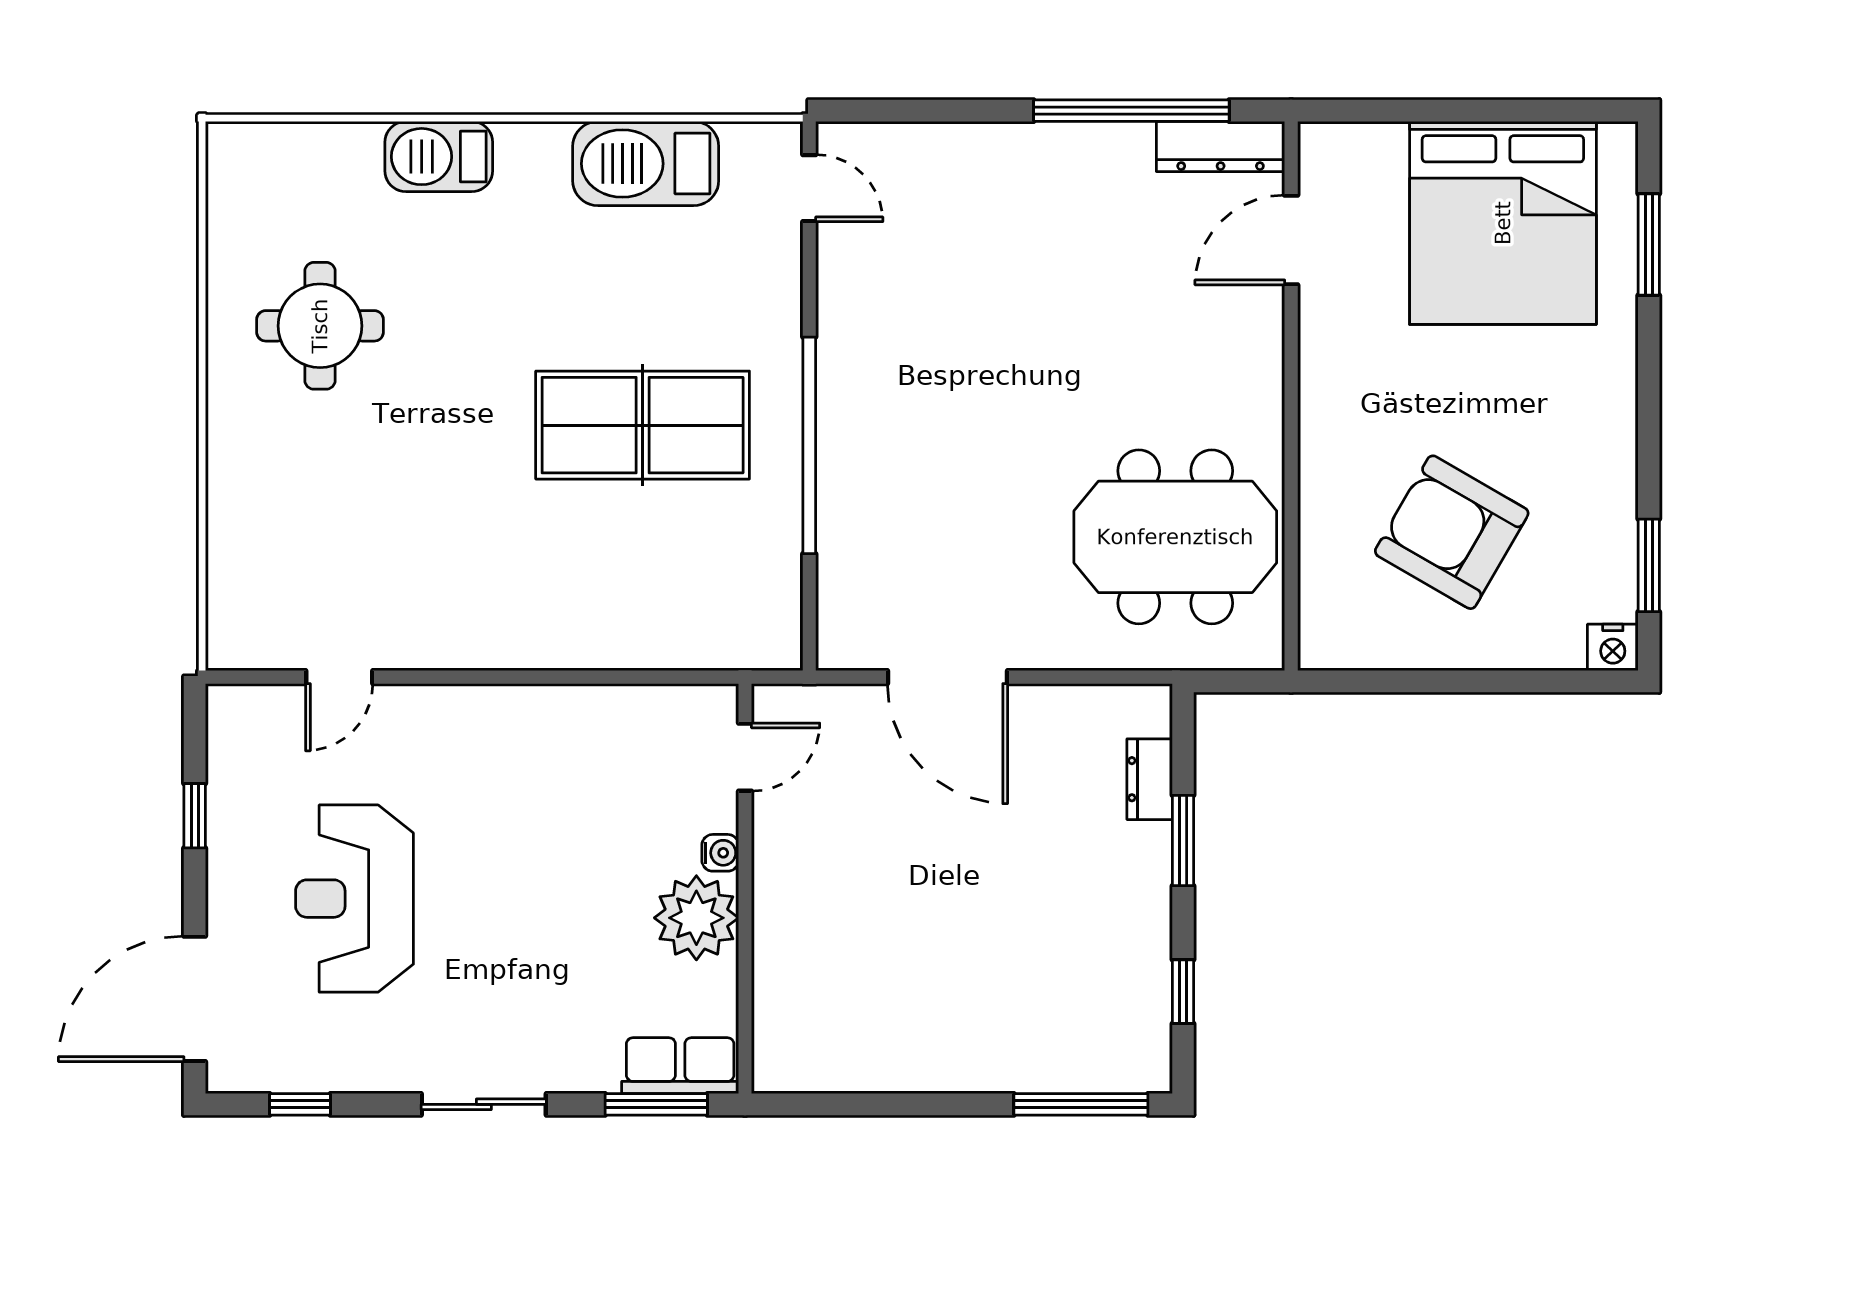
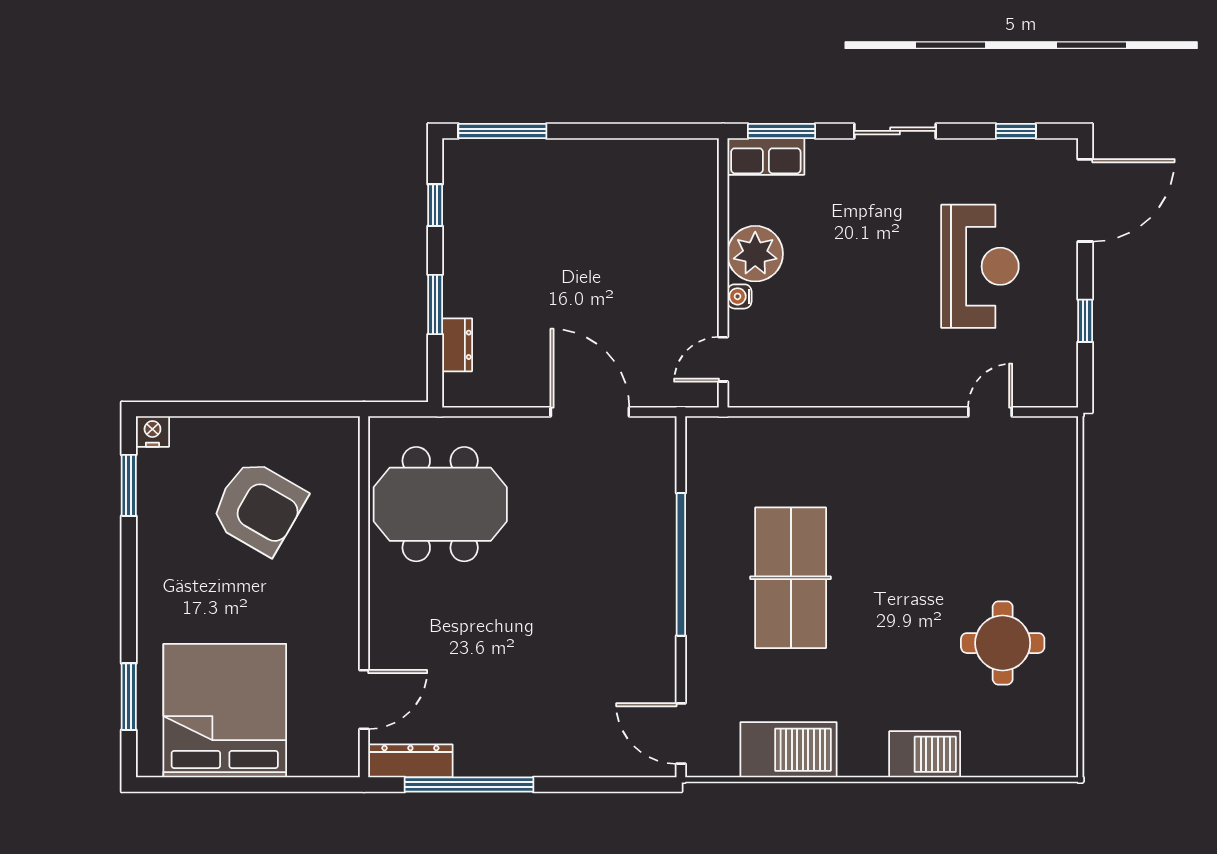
door: (809, 188) -> (681, 734), width x1.38
table tennis table: (643, 425) -> (791, 578), turned 90

